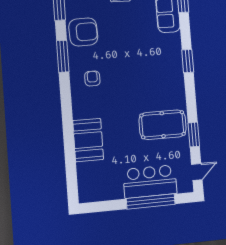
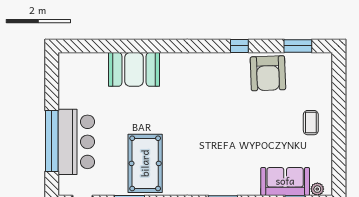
window: (63, 56) -> (239, 46), width x0.46
armchair: (92, 78) -> (209, 80), removed

